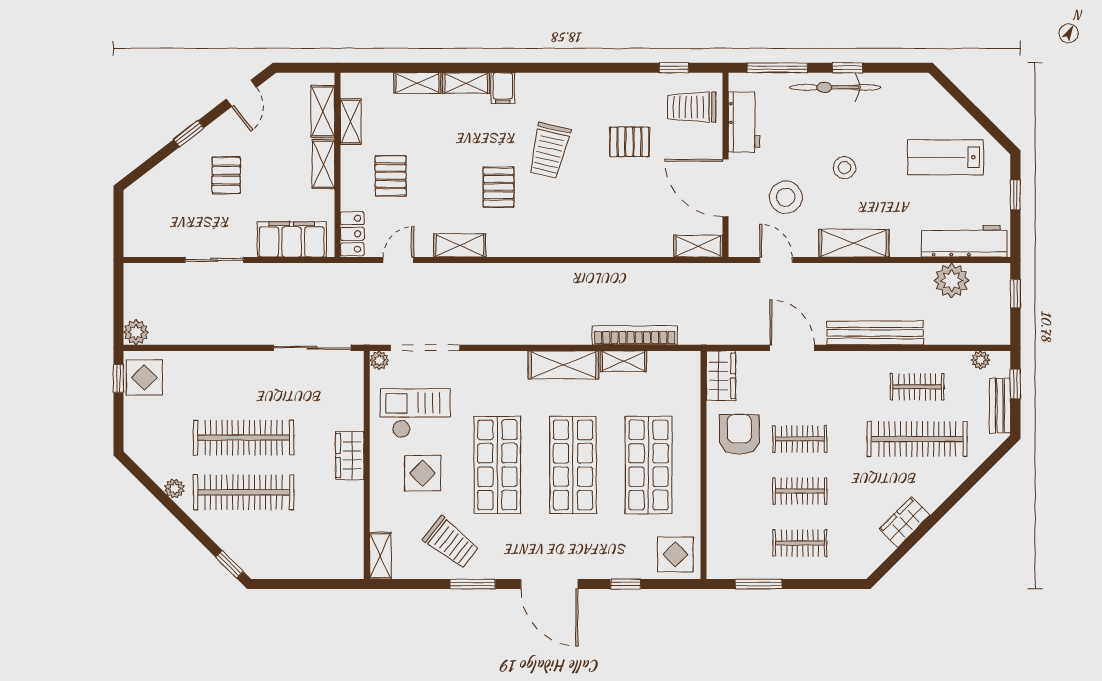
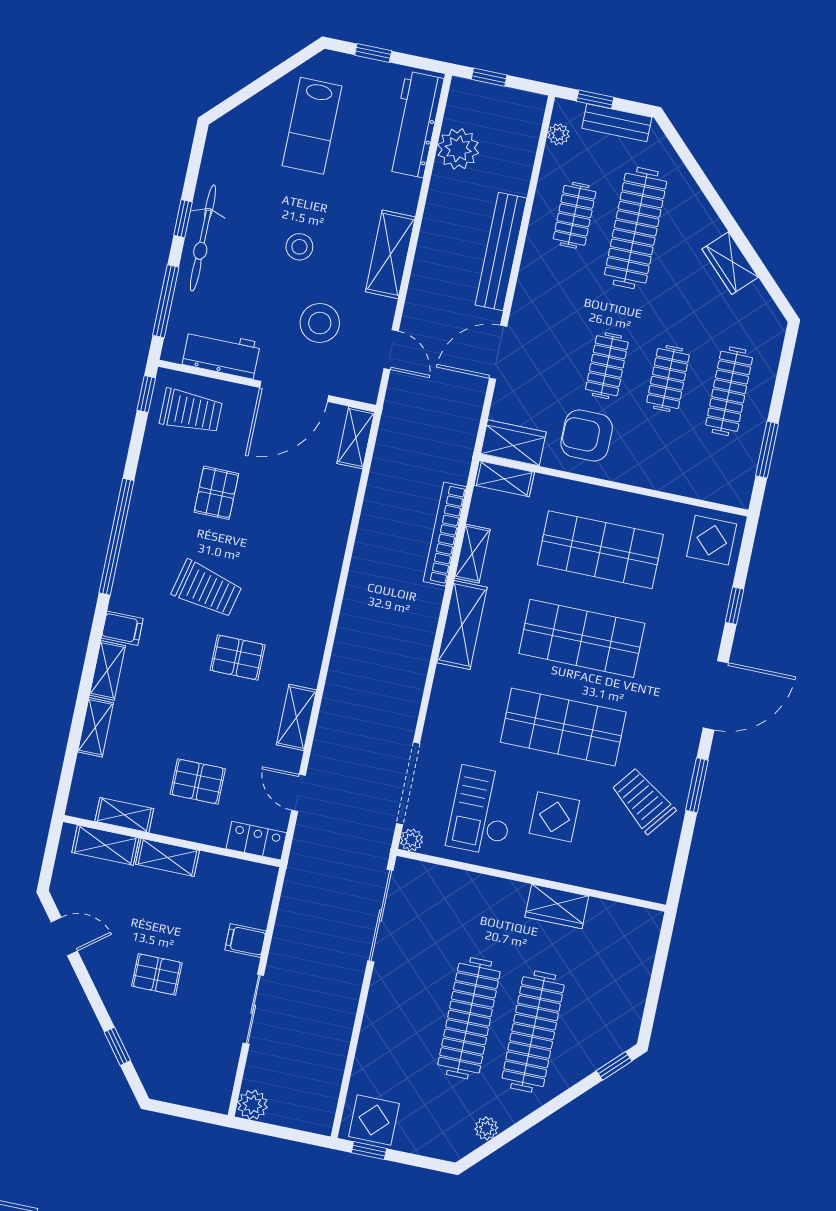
window: (577, 68) -> (117, 537), added
window: (674, 68) -> (146, 394), moved
trolley: (692, 107) -> (191, 411), turned -90
window: (189, 134) -> (117, 1046), moved
filing cabinet: (292, 239) -> (245, 941), width x0.33, depth x0.86
door: (776, 260) -> (391, 350), swing flipped
plant: (136, 332) -> (252, 1105), moved
wardrobe: (350, 456) -> (557, 906), moved
plant: (175, 489) -> (486, 1128), moved
trolley: (451, 543) -> (643, 800), turned -90
clothes rail: (800, 543) -> (729, 391), width x1.36
shelving: (380, 556) -> (504, 479), moved

